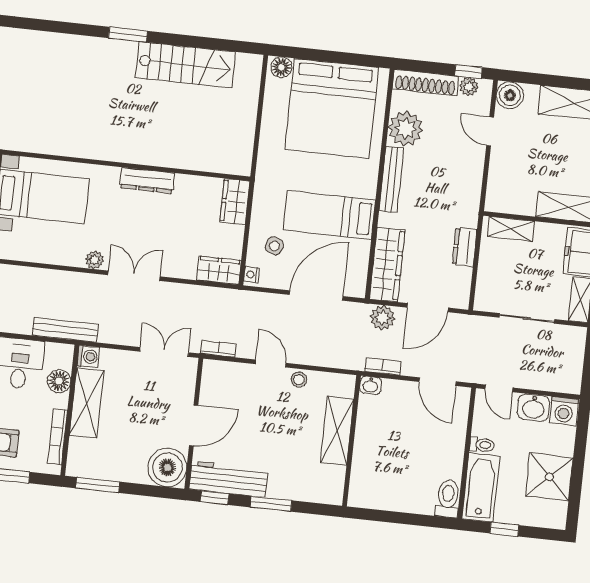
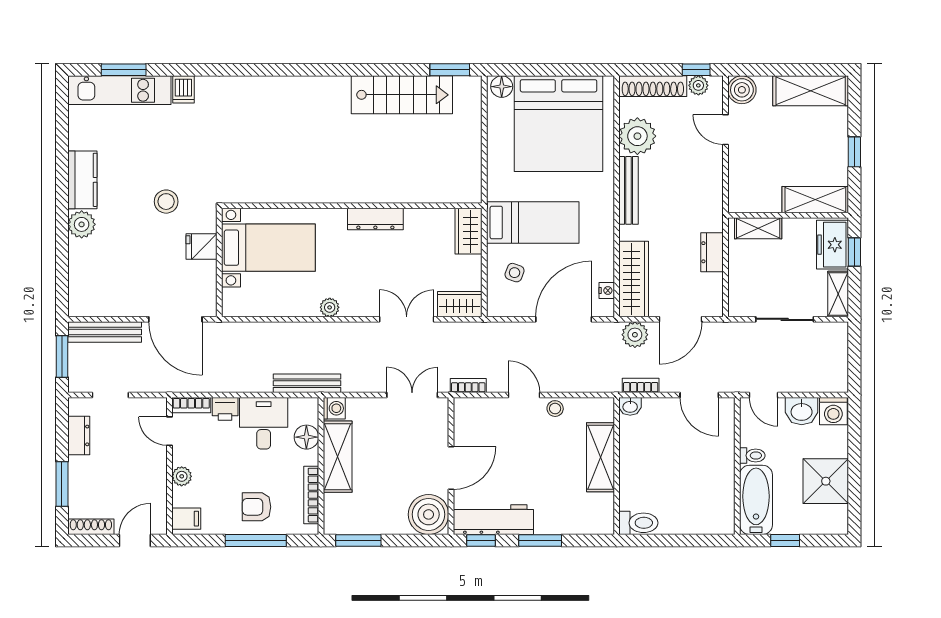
window: (128, 34) -> (450, 70), moved
bed: (329, 215) -> (533, 222), moved, turned 180
nightstand: (252, 274) -> (607, 290), moved, turned 180
double door: (134, 276) -> (407, 319), moved
toilet: (448, 499) -> (638, 523), moved, turned 90

